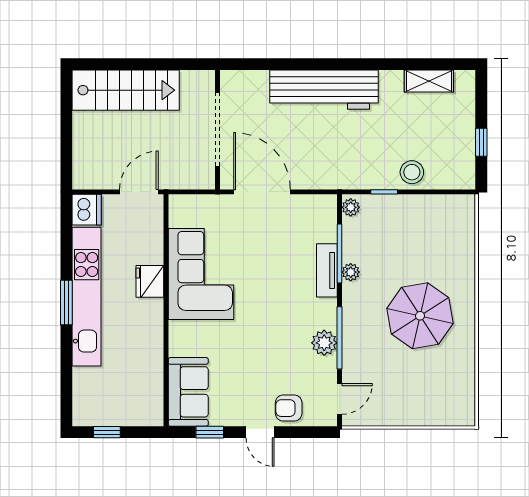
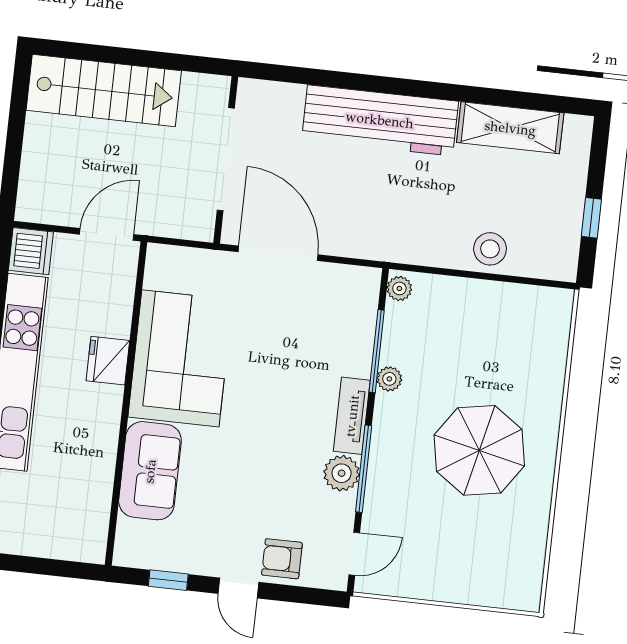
shelving: (429, 81) -> (510, 128), width x1.50, depth x1.33
window: (384, 192) -> (448, 272), removed
tv unit: (327, 270) -> (352, 416), moved
sofa: (188, 392) -> (150, 471), moved
window: (107, 432) -> (25, 564), removed

